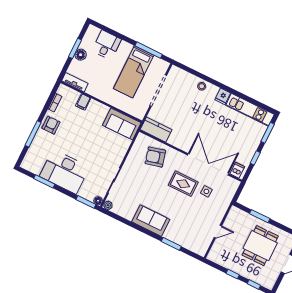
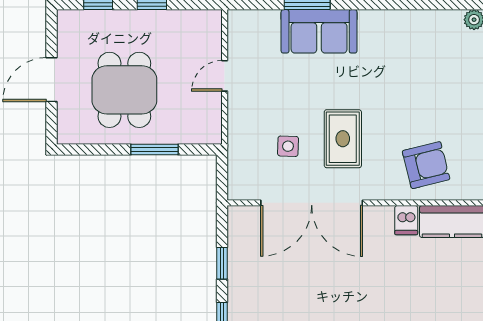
dishwasher: (237, 170) -> (406, 220), moved
rug: (183, 184) -> (343, 139), turned 90
sofa: (151, 221) -> (319, 31), moved

